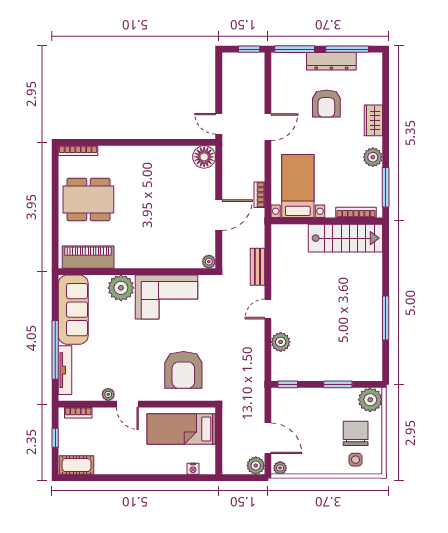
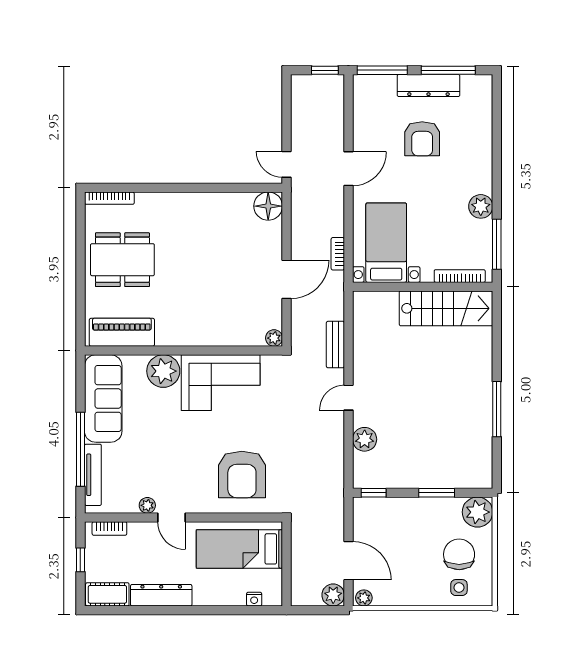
wardrobe: (373, 120) -> (481, 160), removed
dresser: (119, 466) -> (161, 595), added

